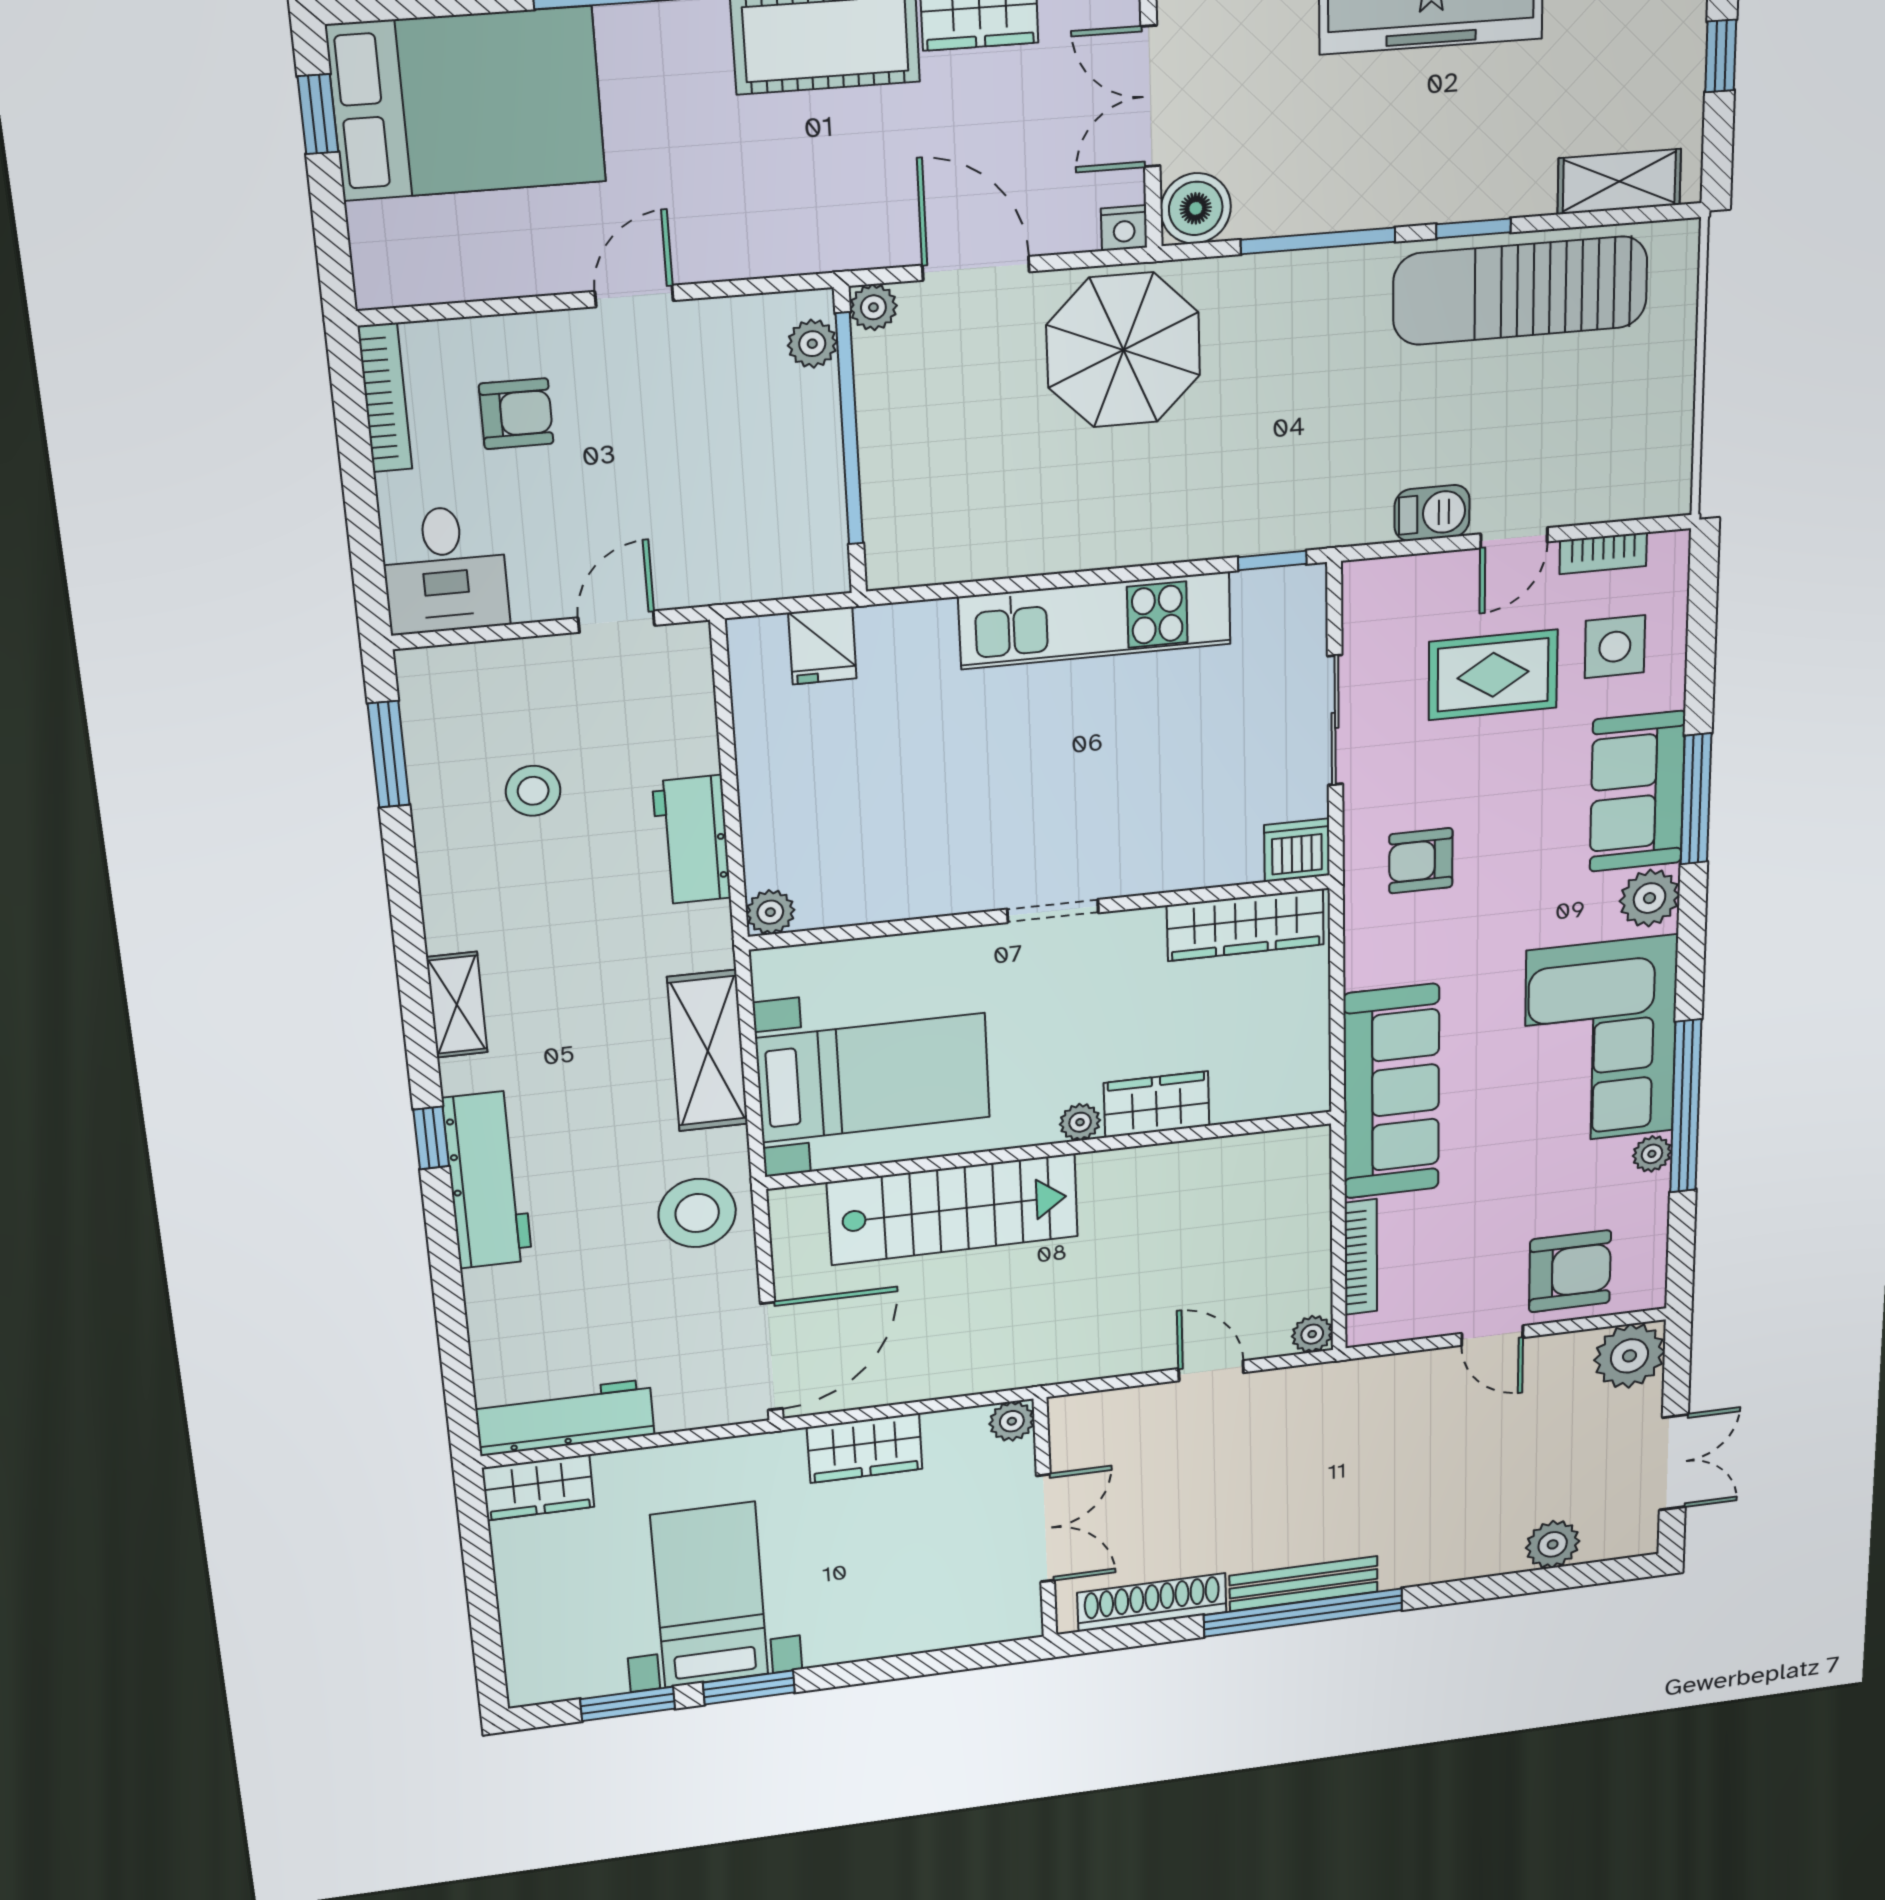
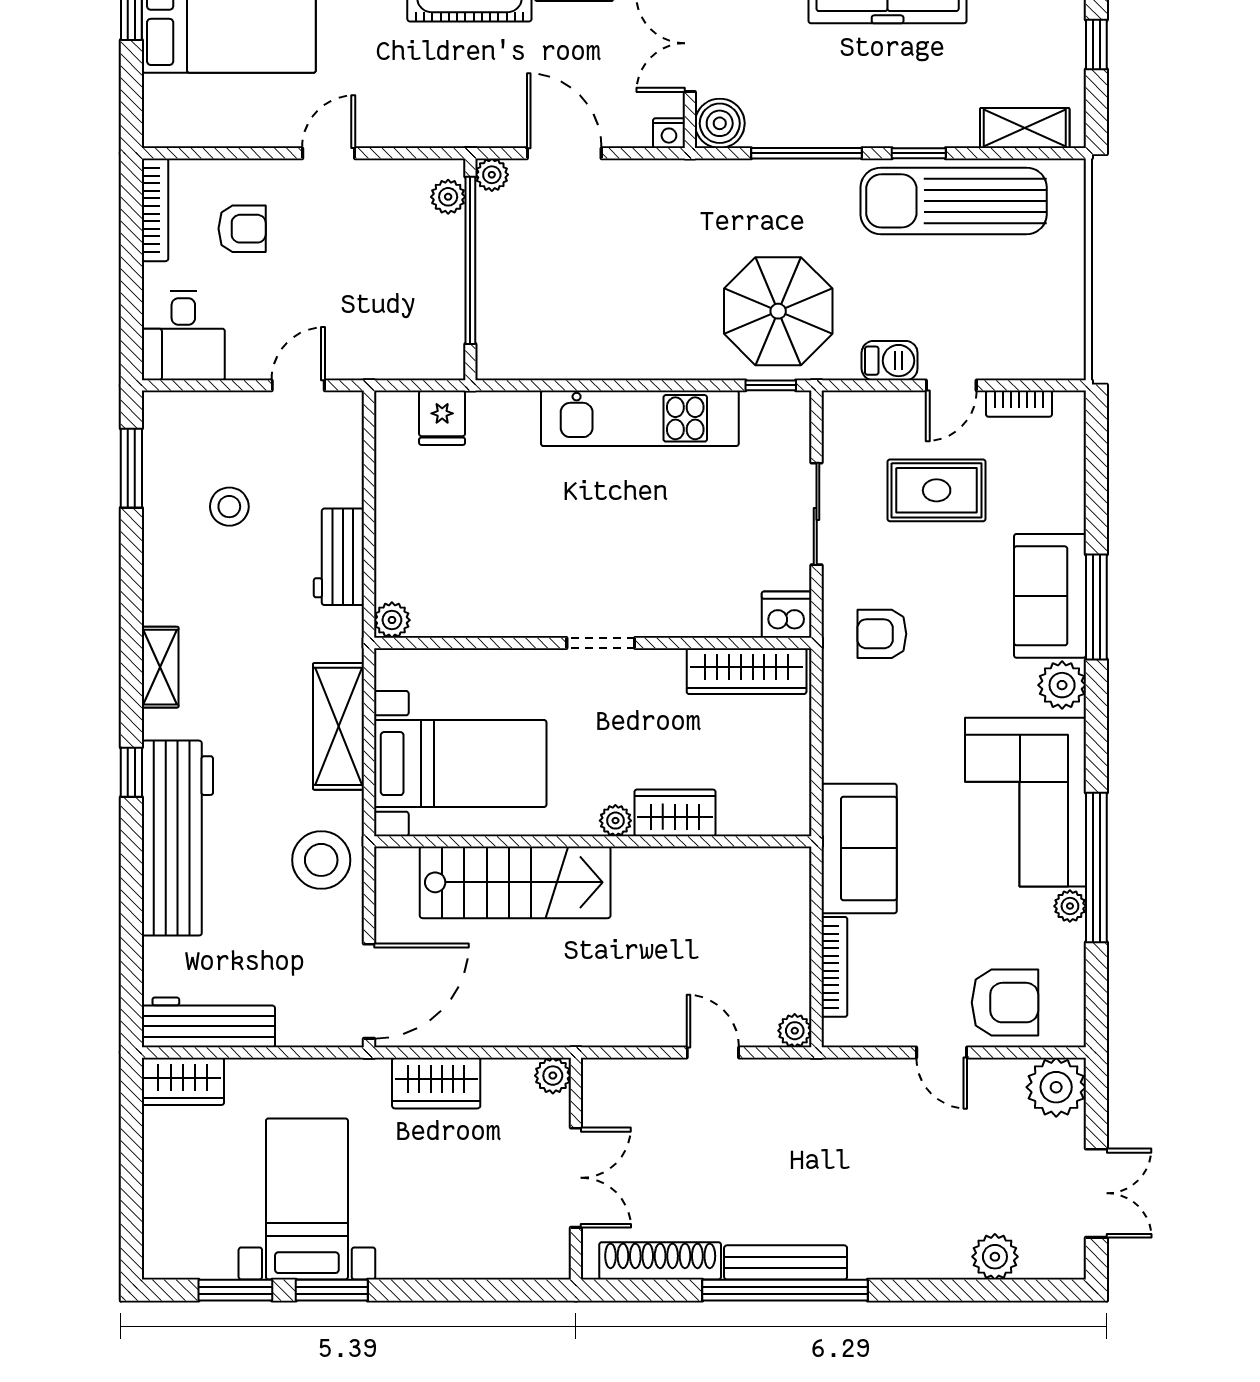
parasol: (1123, 350) -> (778, 311), moved
side table: (1615, 647) -> (1030, 478), removed
sofa: (1391, 1092) -> (859, 848), width x0.73
workbench: (487, 1180) -> (177, 838), width x1.36, depth x1.32

